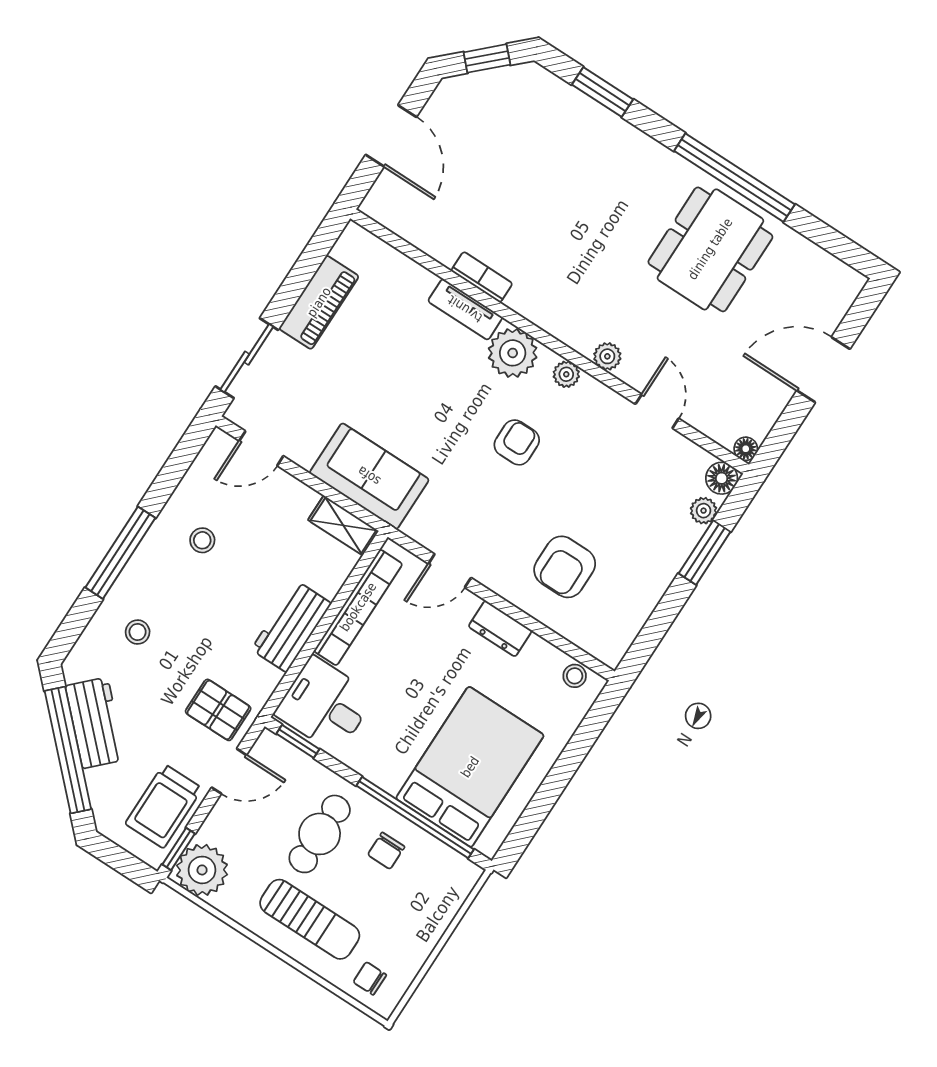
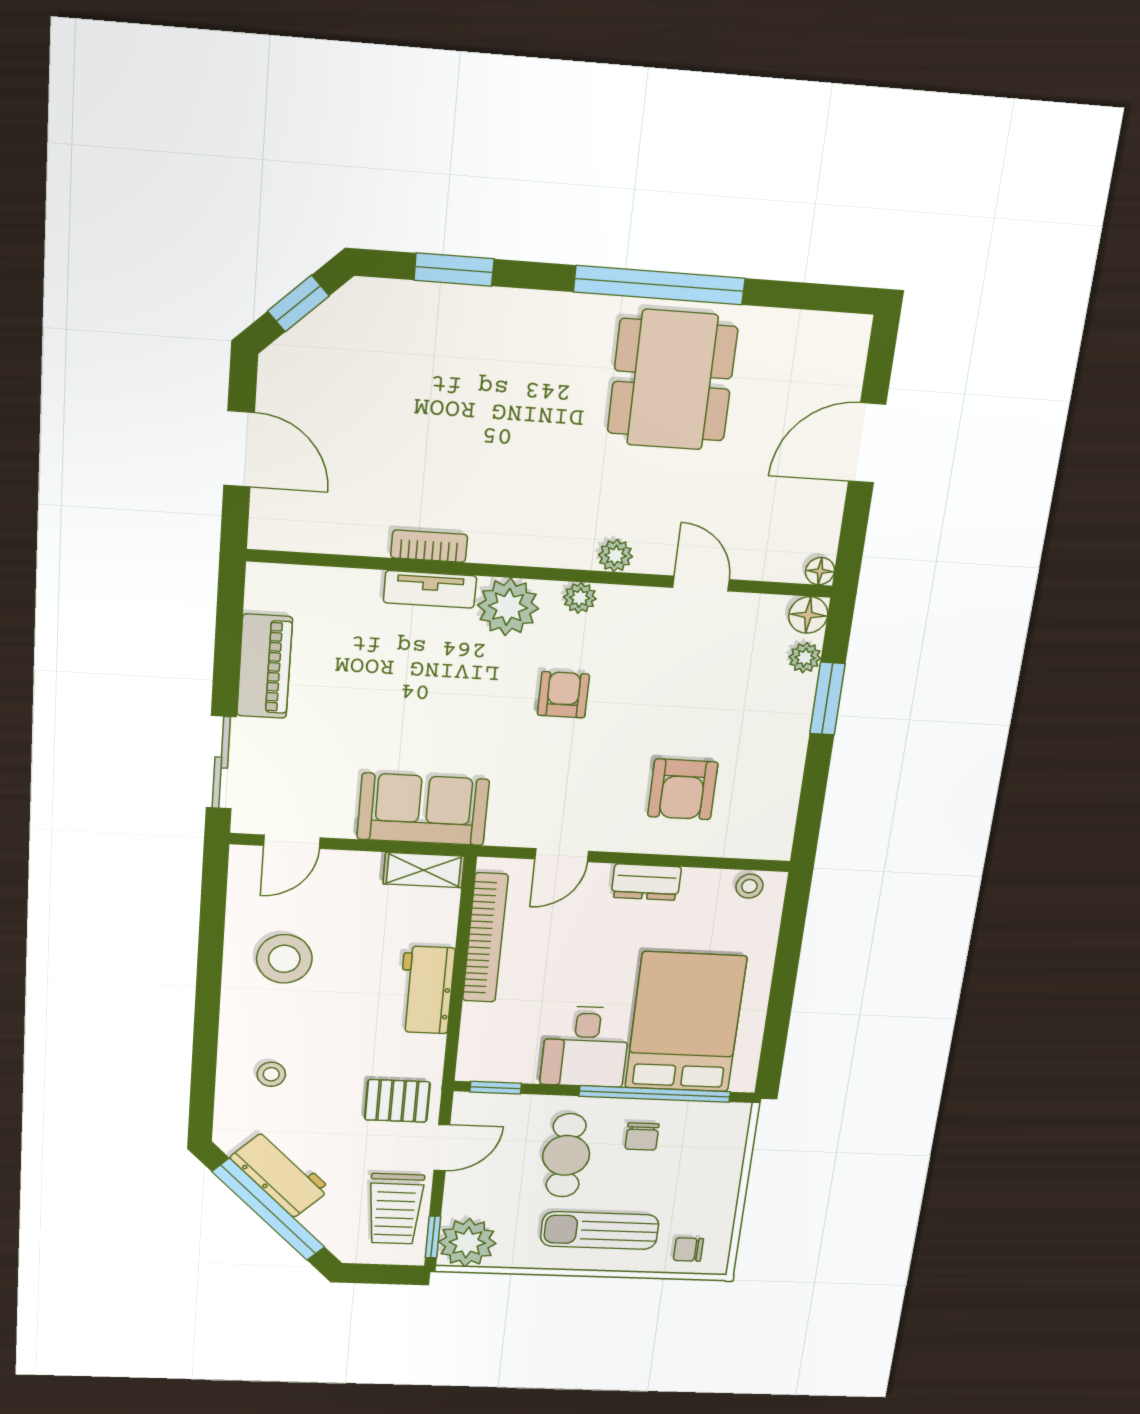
stool: (202, 540) -> (284, 959), width x1.89, depth x1.89
window: (120, 553) -> (207, 1013), removed
desk: (325, 705) -> (585, 1047), moved, turned -90
sun lounger: (310, 919) -> (600, 1231), turned 180

